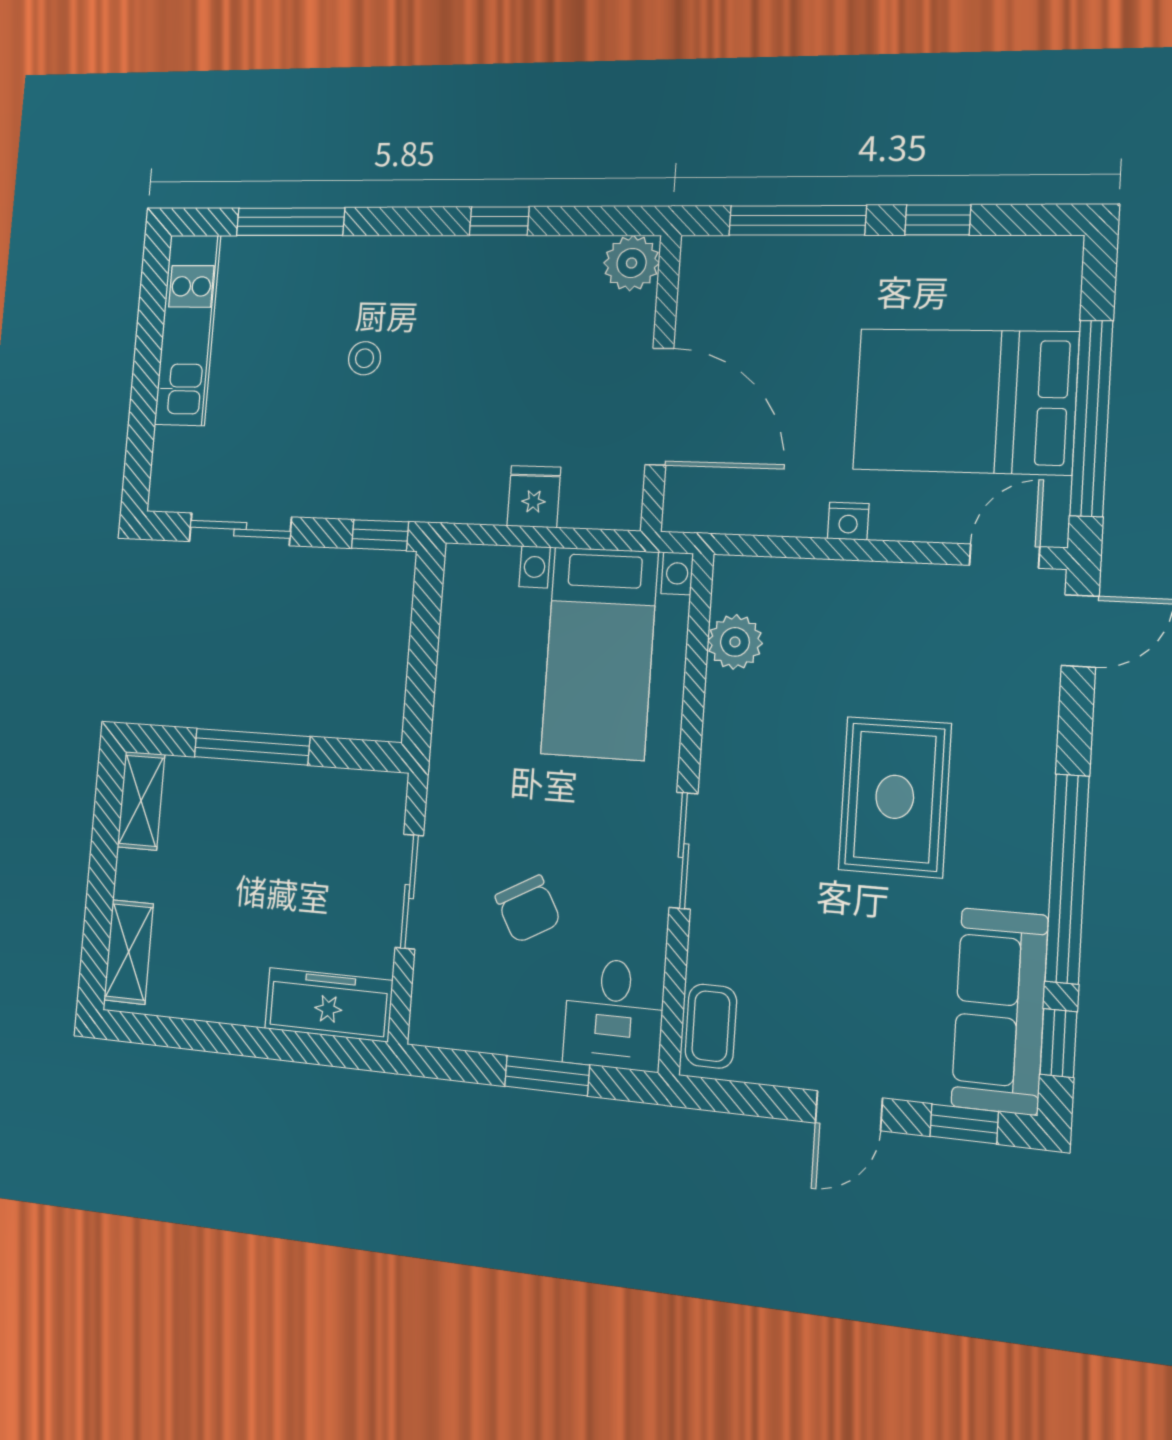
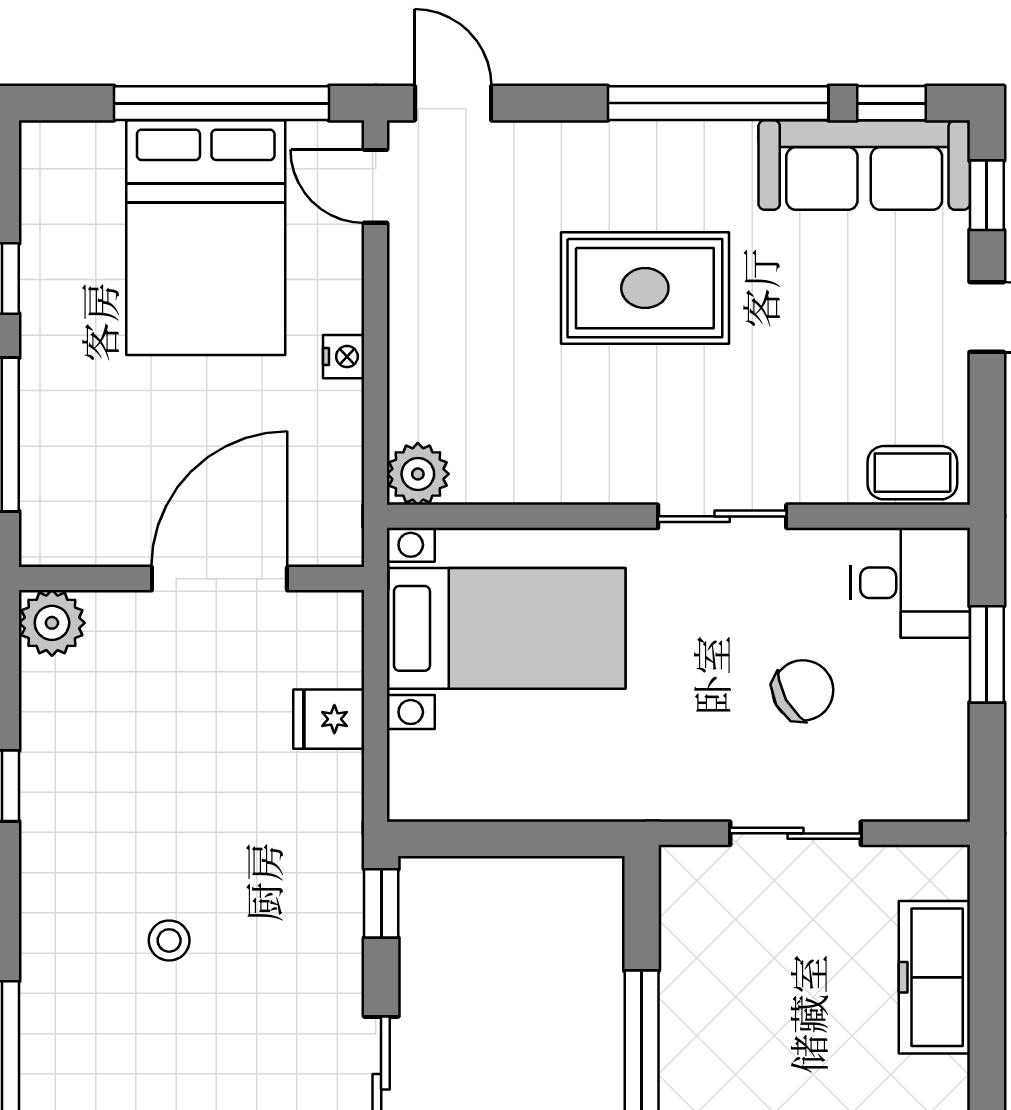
plant: (735, 642) -> (418, 474), moved
freezer: (329, 1005) -> (934, 977), moved

